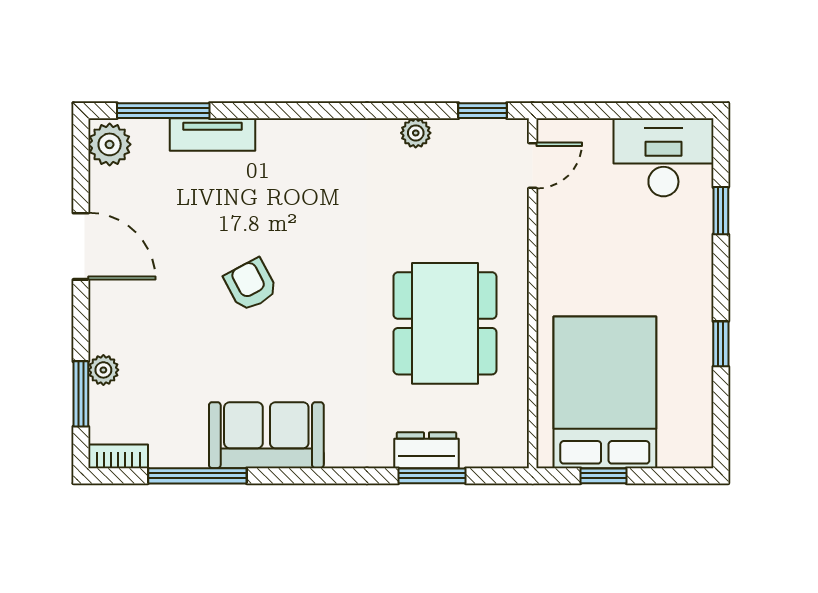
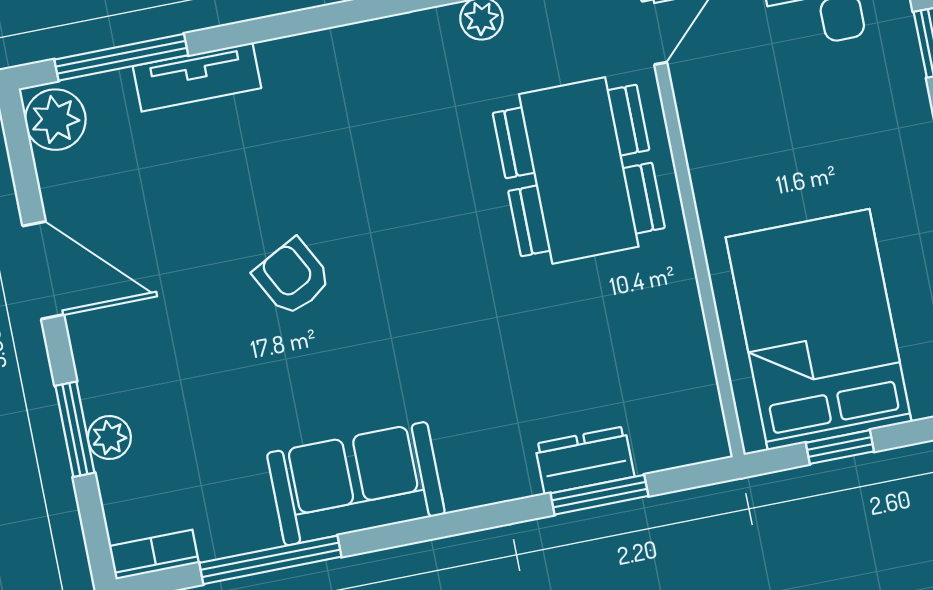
dining table: (445, 323) -> (579, 170), moved
window: (81, 394) -> (75, 429), moved

